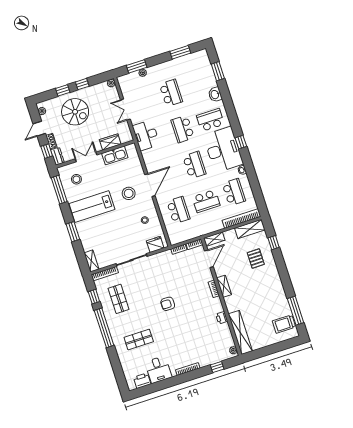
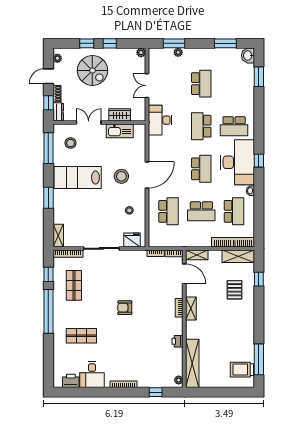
washbasin: (215, 94) -> (248, 56), moved
school desk: (210, 120) -> (234, 126), turned 180
door: (209, 259) -> (184, 274), hinge flipped

